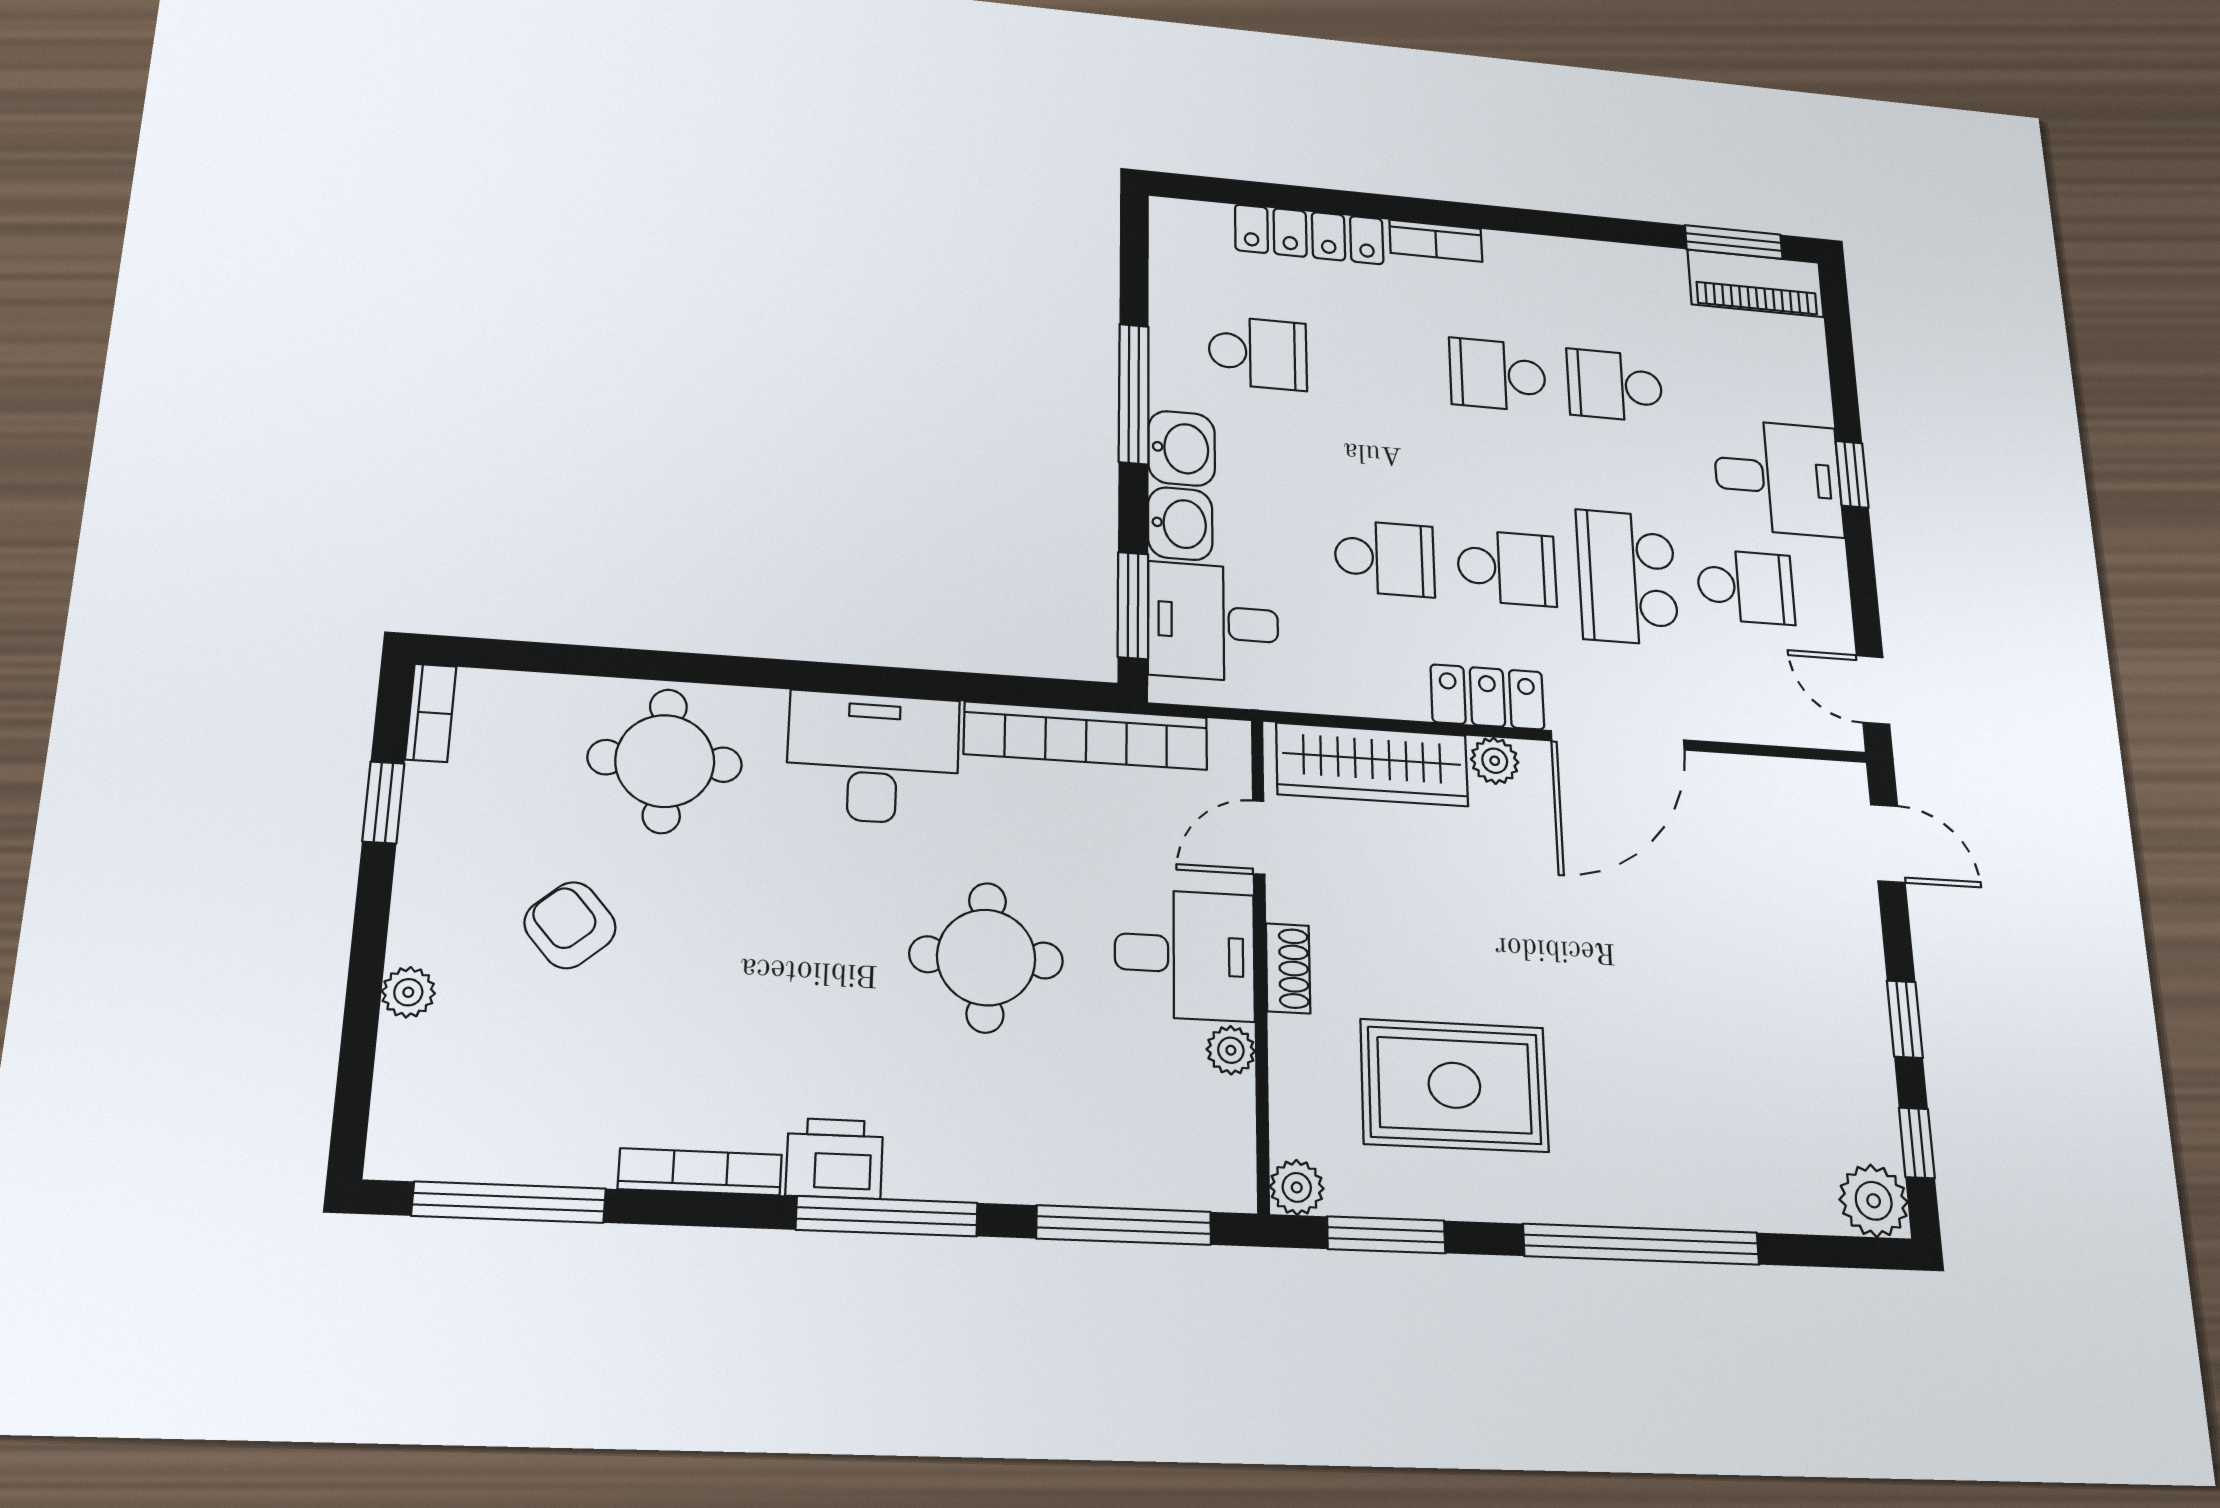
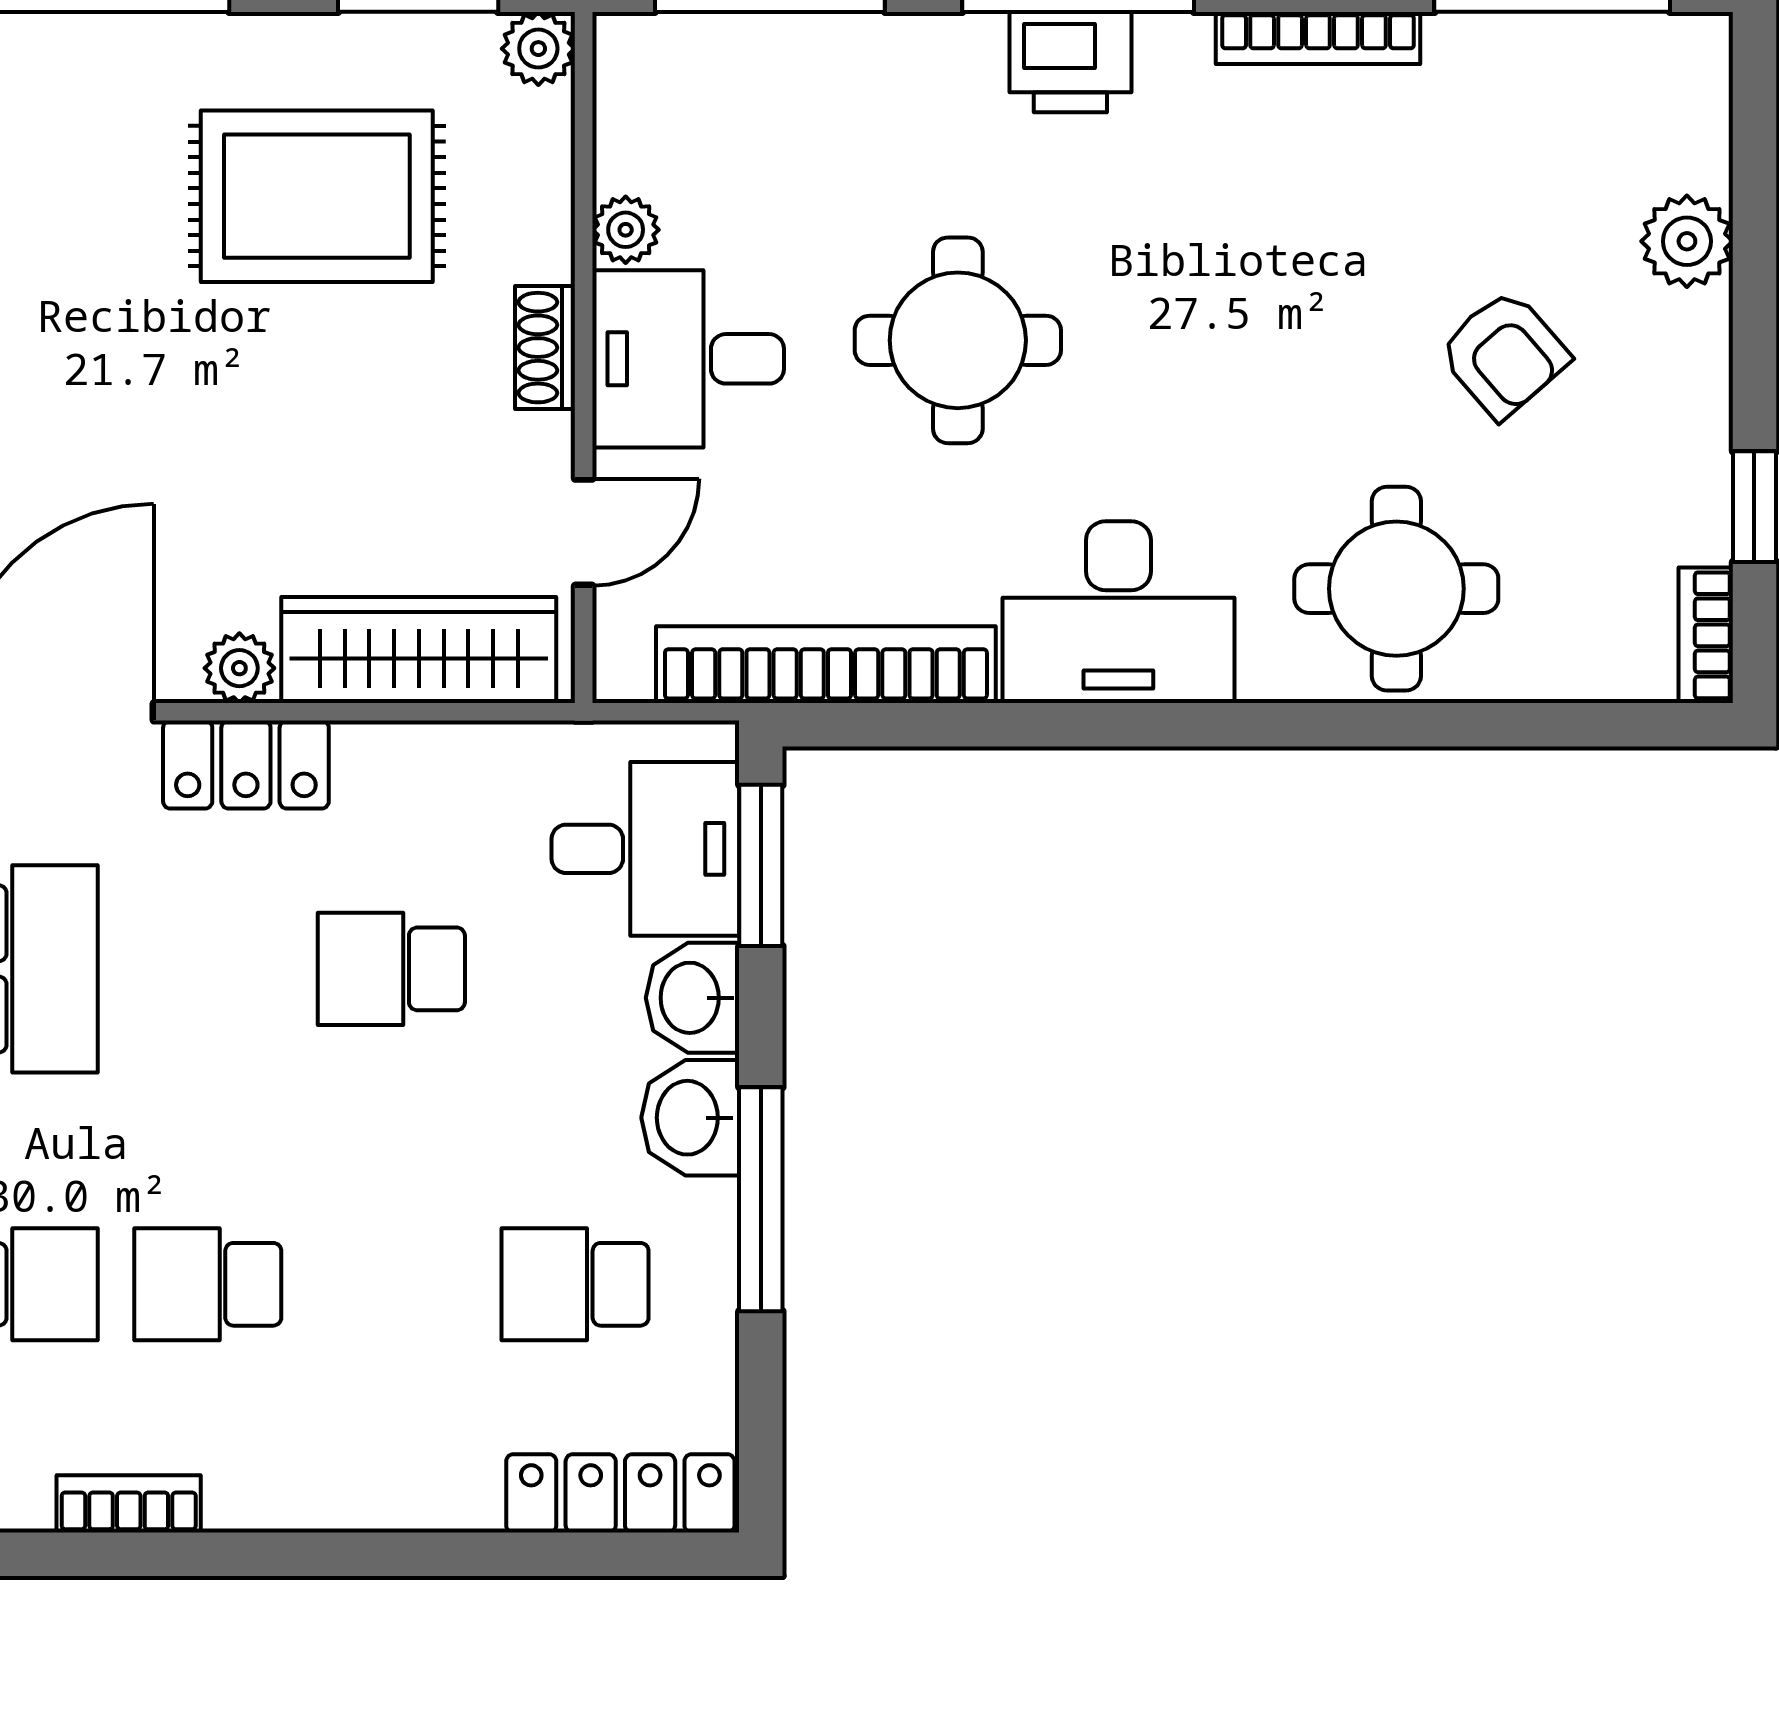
locker: (1309, 234) -> (620, 1493), moved
bookcase: (1436, 241) -> (129, 1504), moved
school desk: (1498, 375) -> (208, 1284), turned 180
school desk: (1507, 568) -> (208, 969), removed
plant: (408, 992) -> (1687, 241), width x1.38, depth x1.38
printer: (835, 1158) -> (1070, 62), moved

